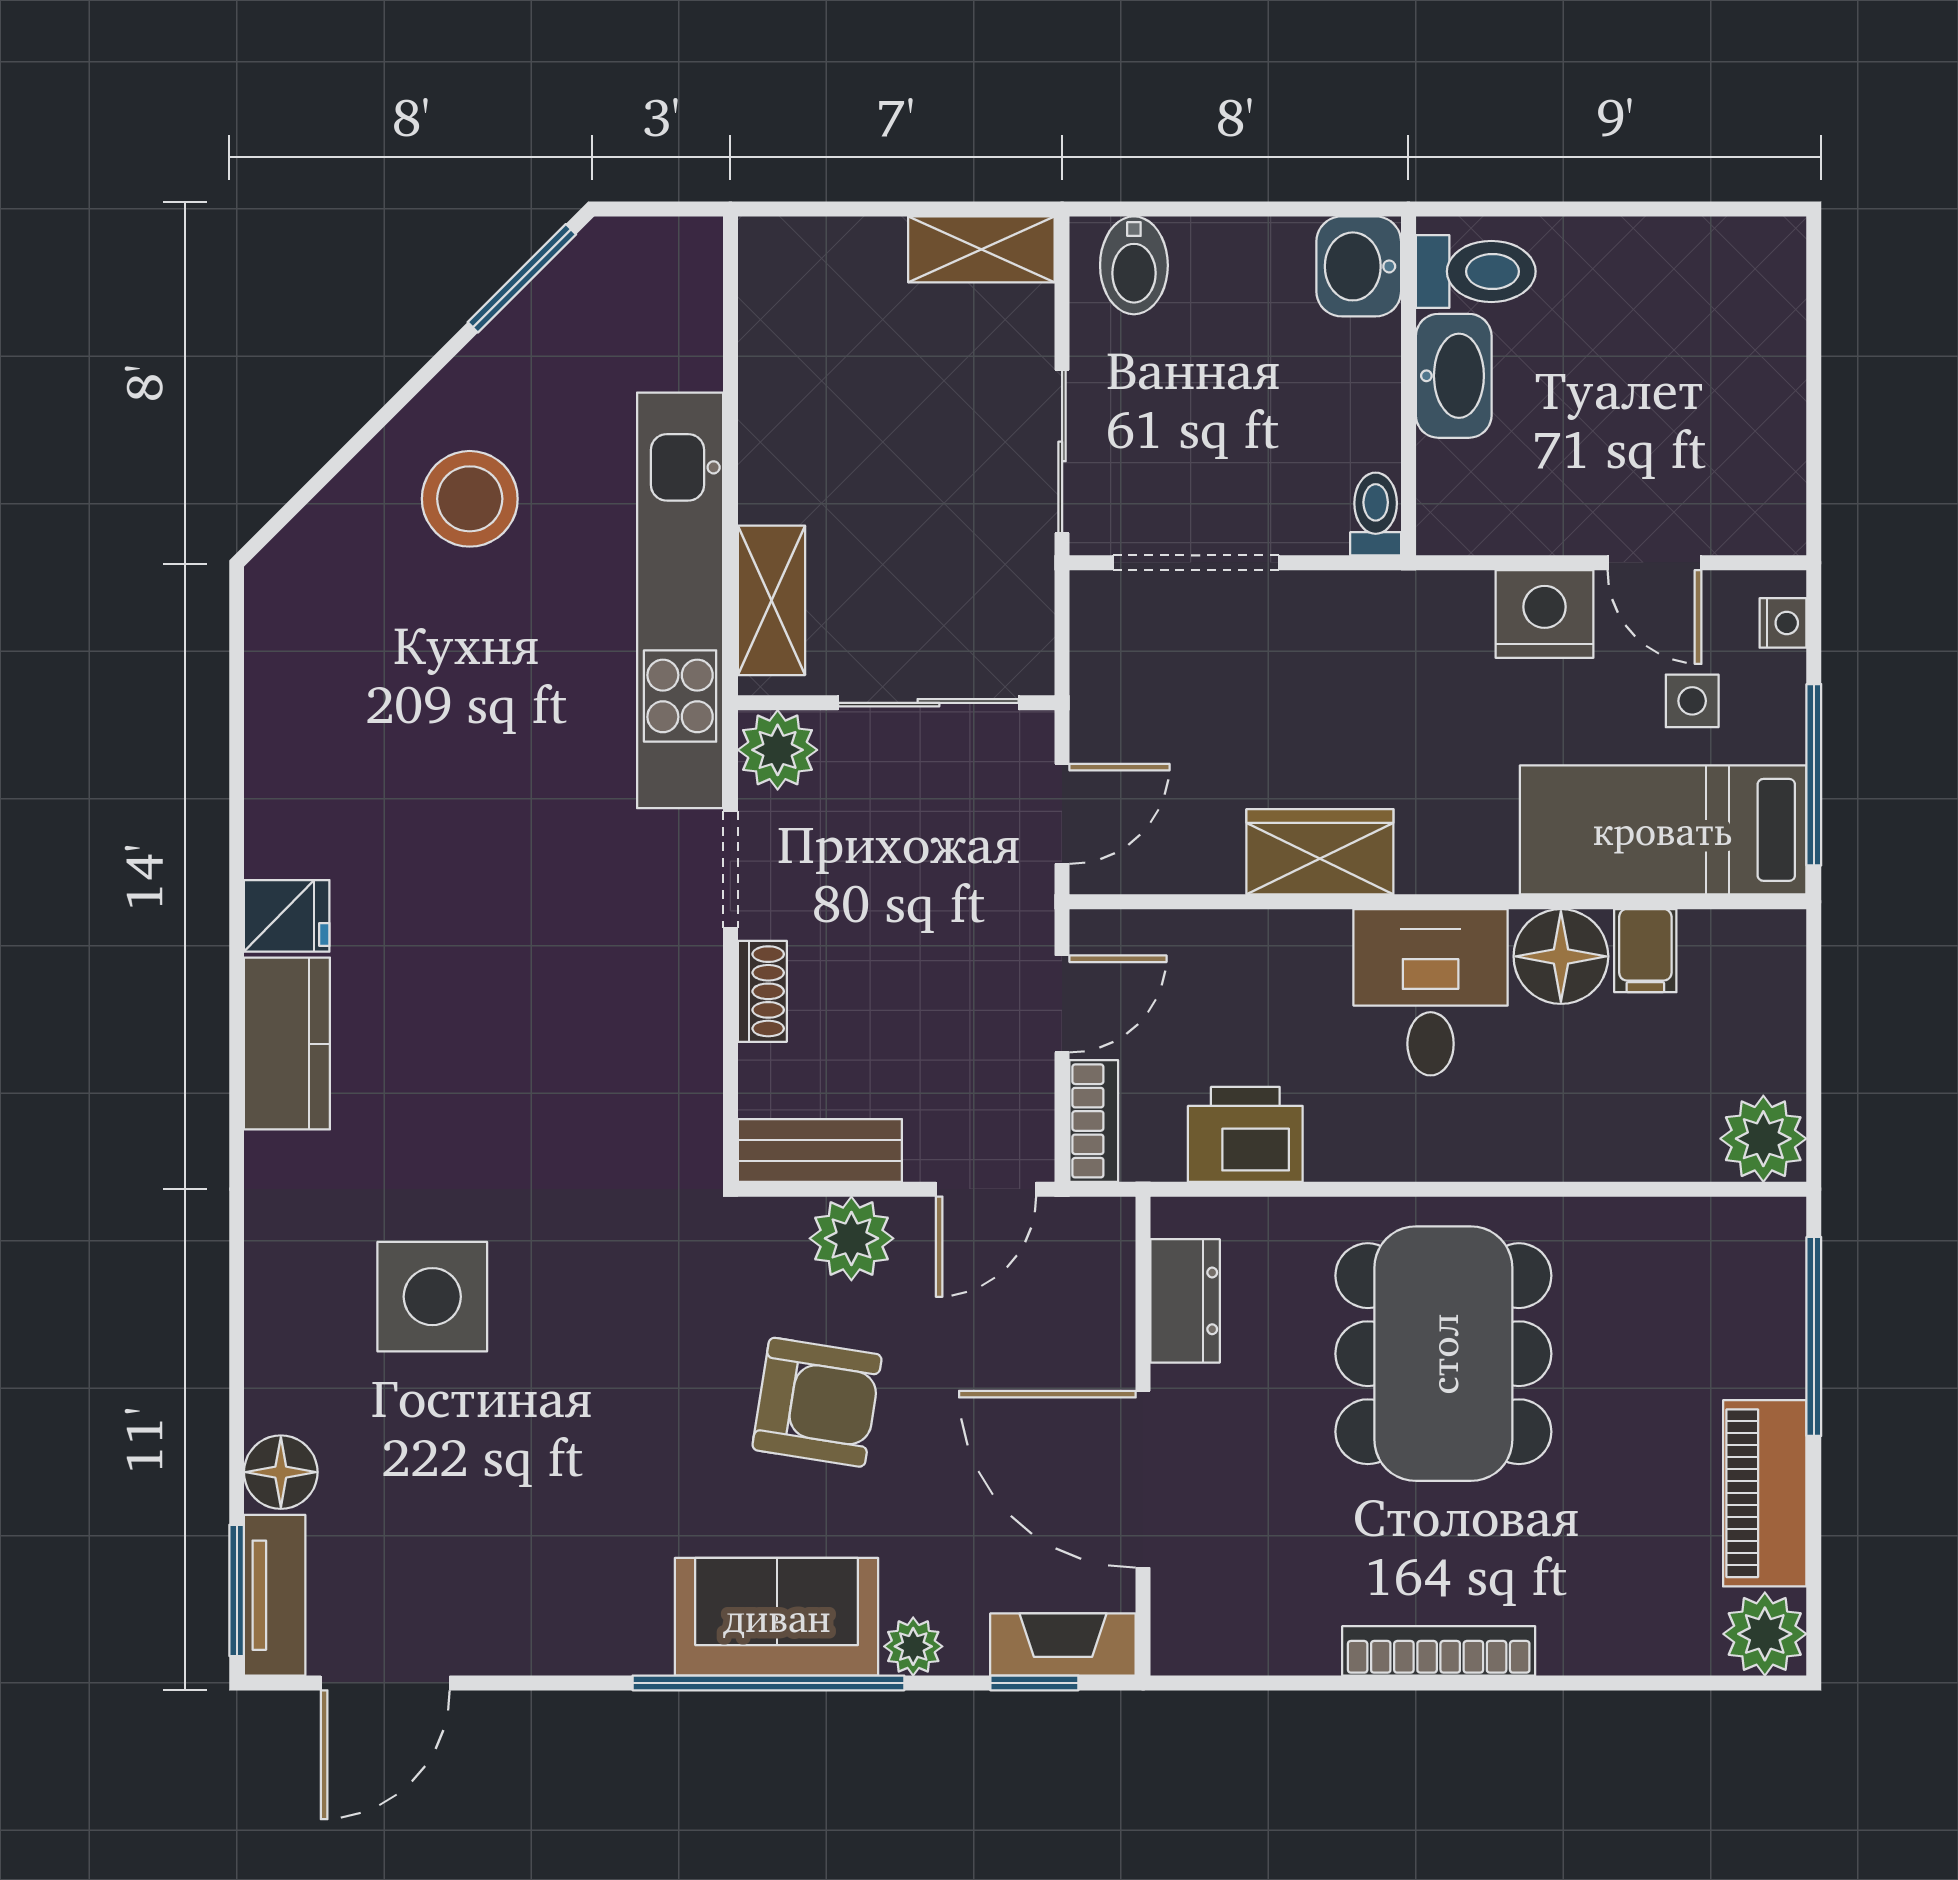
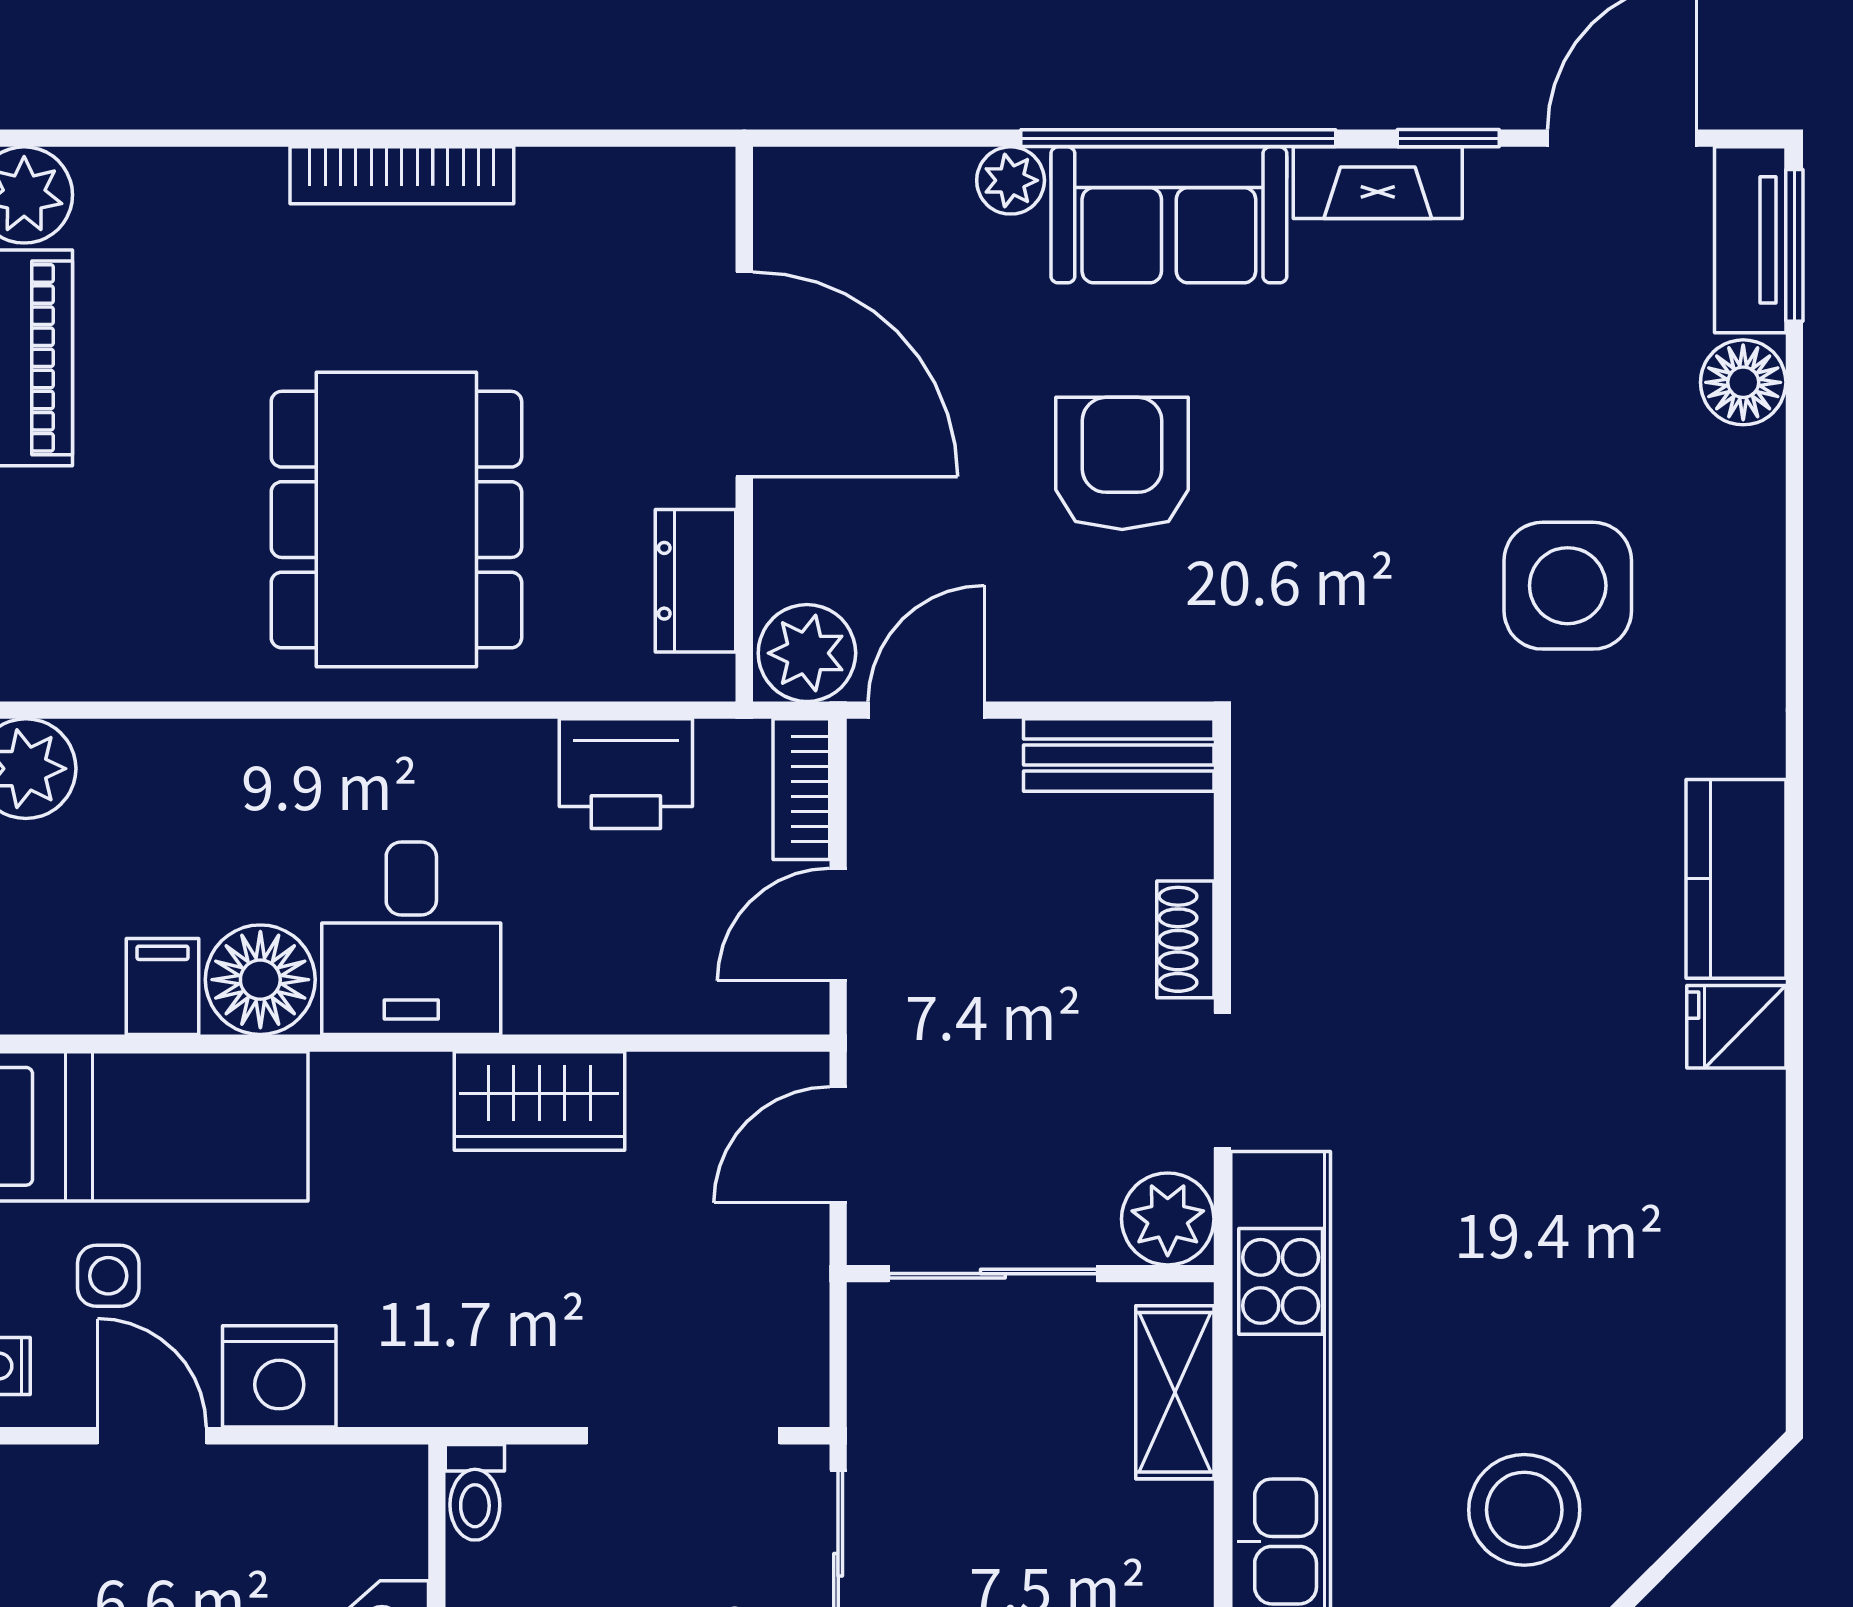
plant: (851, 1238) -> (807, 653), moved
armchair: (817, 1402) -> (1122, 463), turned 81
fireplace: (1063, 1644) -> (1378, 183), moved
window: (1034, 1683) -> (1448, 138), moved

